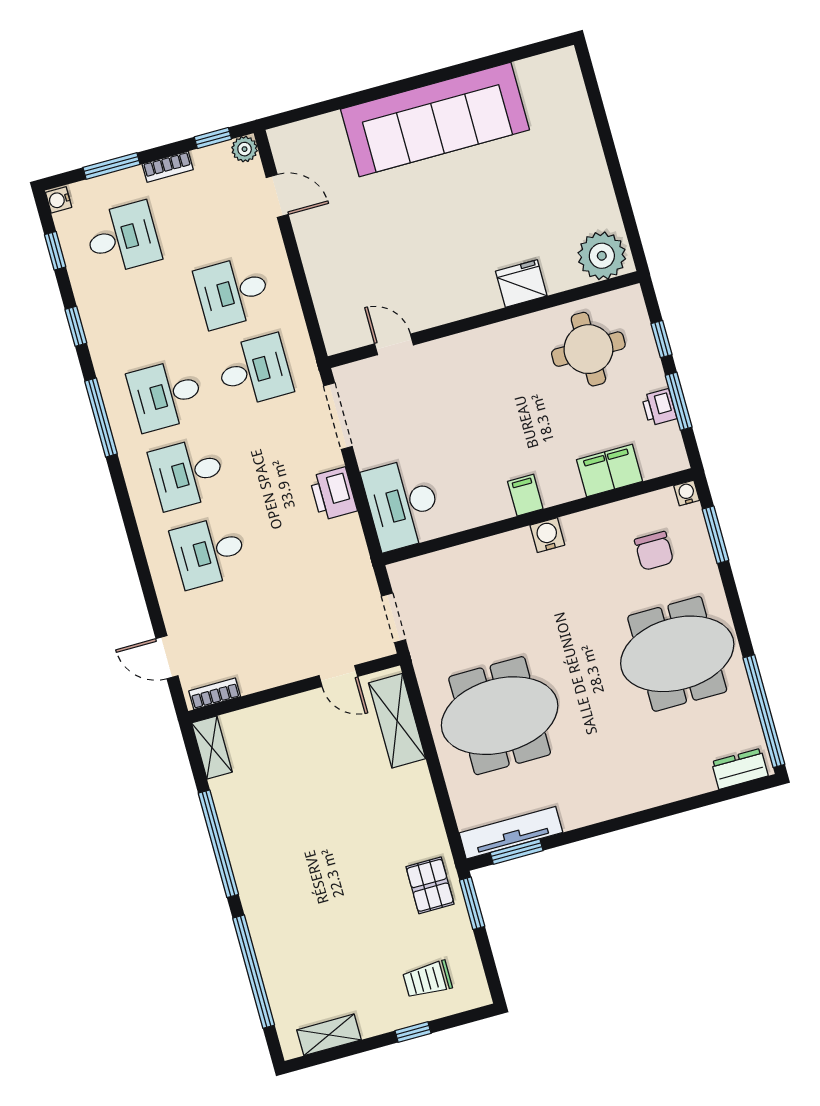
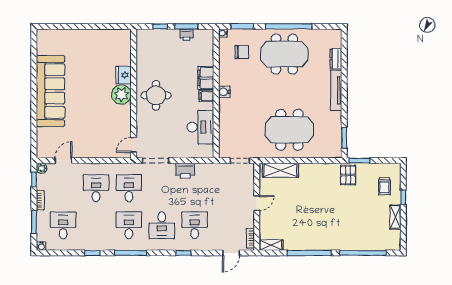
window: (55, 251) -> (183, 253), moved
plant: (602, 256) -> (121, 95), moved
desk: (233, 292) -> (96, 188), turned 180
door: (394, 344) -> (134, 145), moved
round table: (588, 349) -> (156, 95), moved
desk: (166, 395) -> (129, 225), turned 180
filing cabinet: (610, 471) -> (206, 78), moved
desk: (403, 504) -> (200, 127), moved, turned -90
desk: (209, 552) -> (195, 225), turned 180
meeting table: (677, 654) -> (284, 54), turned 90
door: (338, 676) -> (257, 203), moved
window: (764, 711) -> (289, 26), moved
meeting table: (500, 716) -> (289, 130), turned 90
dresser: (740, 769) -> (336, 59), moved
tv unit: (511, 833) -> (336, 90), moved
pallet: (430, 885) -> (348, 175), turned 90
shelving: (329, 1035) -> (395, 217), moved

